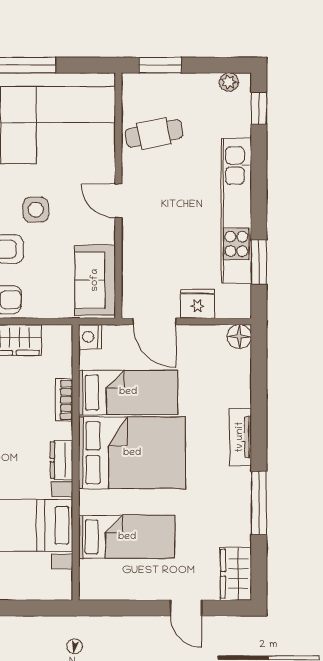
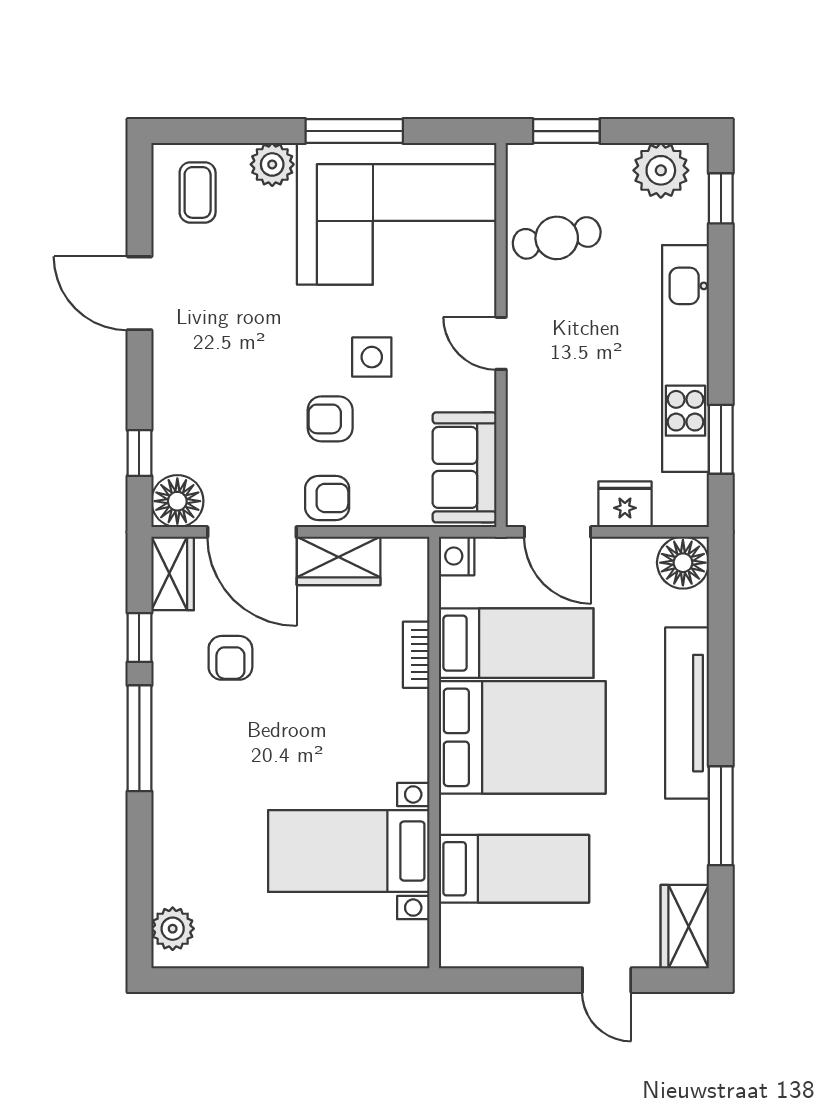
plant: (229, 82) -> (661, 170), width x1.88, depth x1.88
floor lamp: (239, 337) -> (683, 563), width x1.38, depth x1.38
tv unit: (240, 437) -> (687, 713), width x1.92, depth x1.29
dresser: (61, 460) -> (412, 749), removed

